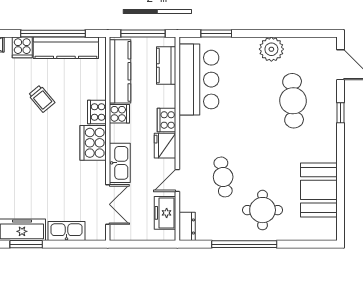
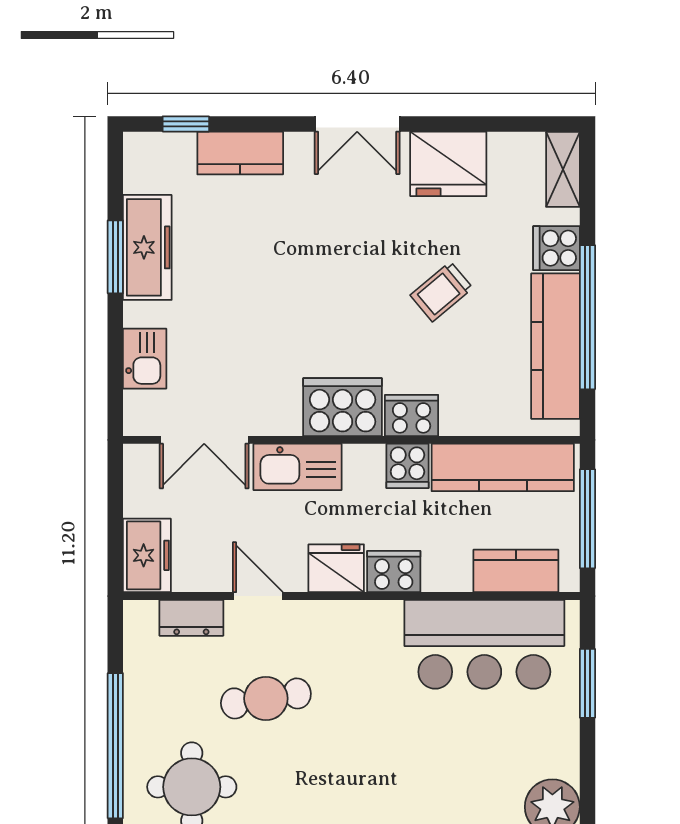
freezer: (165, 213) -> (147, 555), moved, turned 90
dresser: (187, 226) -> (191, 618), moved
kitchen sink: (66, 231) -> (145, 359), width x0.73

